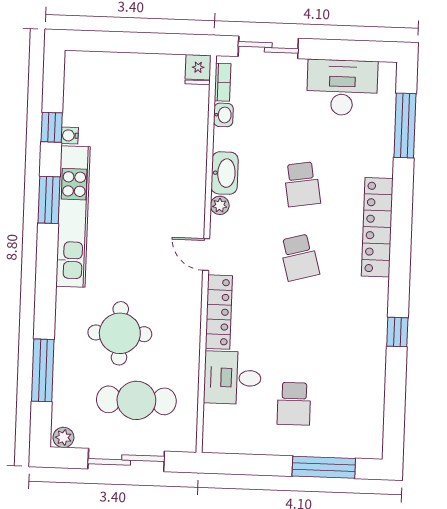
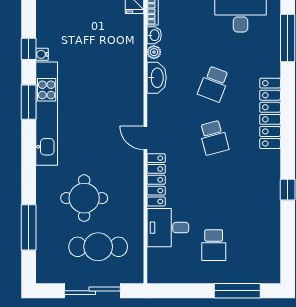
school desk: (302, 184) -> (214, 84), turned 30
plant: (220, 205) -> (154, 52), moved
plant: (63, 437) -> (46, 276), removed

